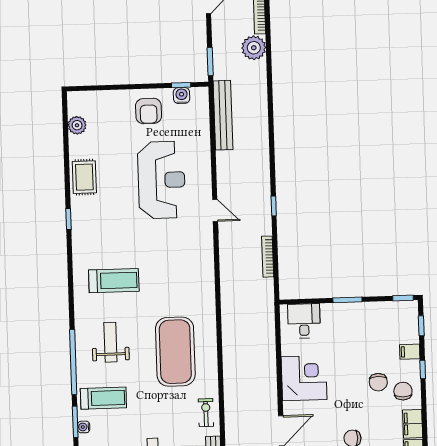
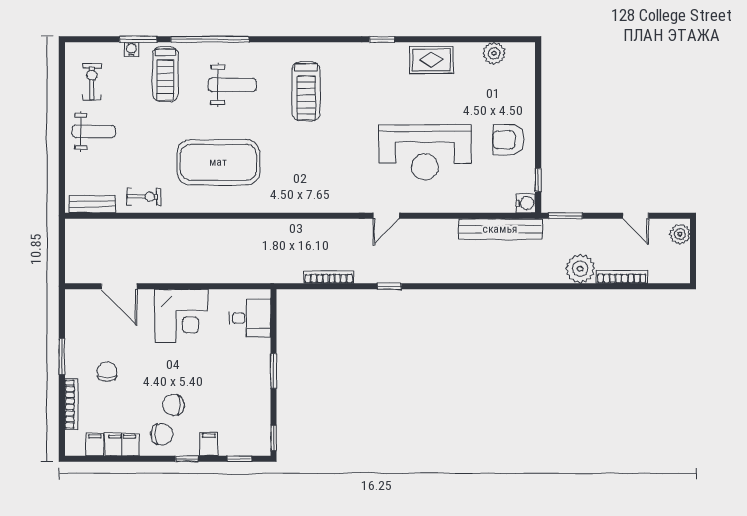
water cooler: (182, 96) -> (526, 203), moved

